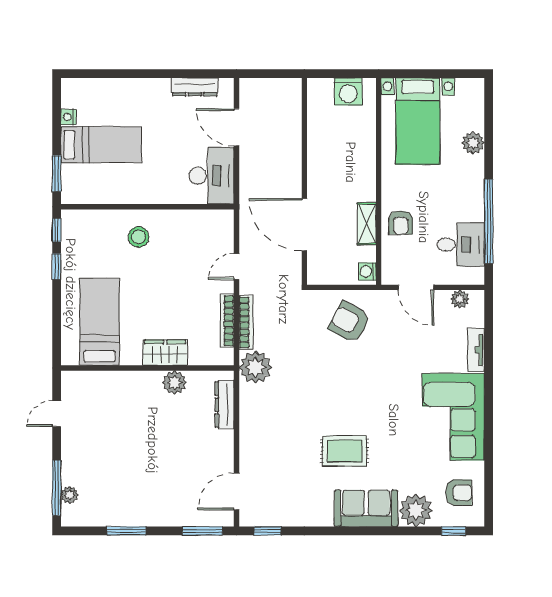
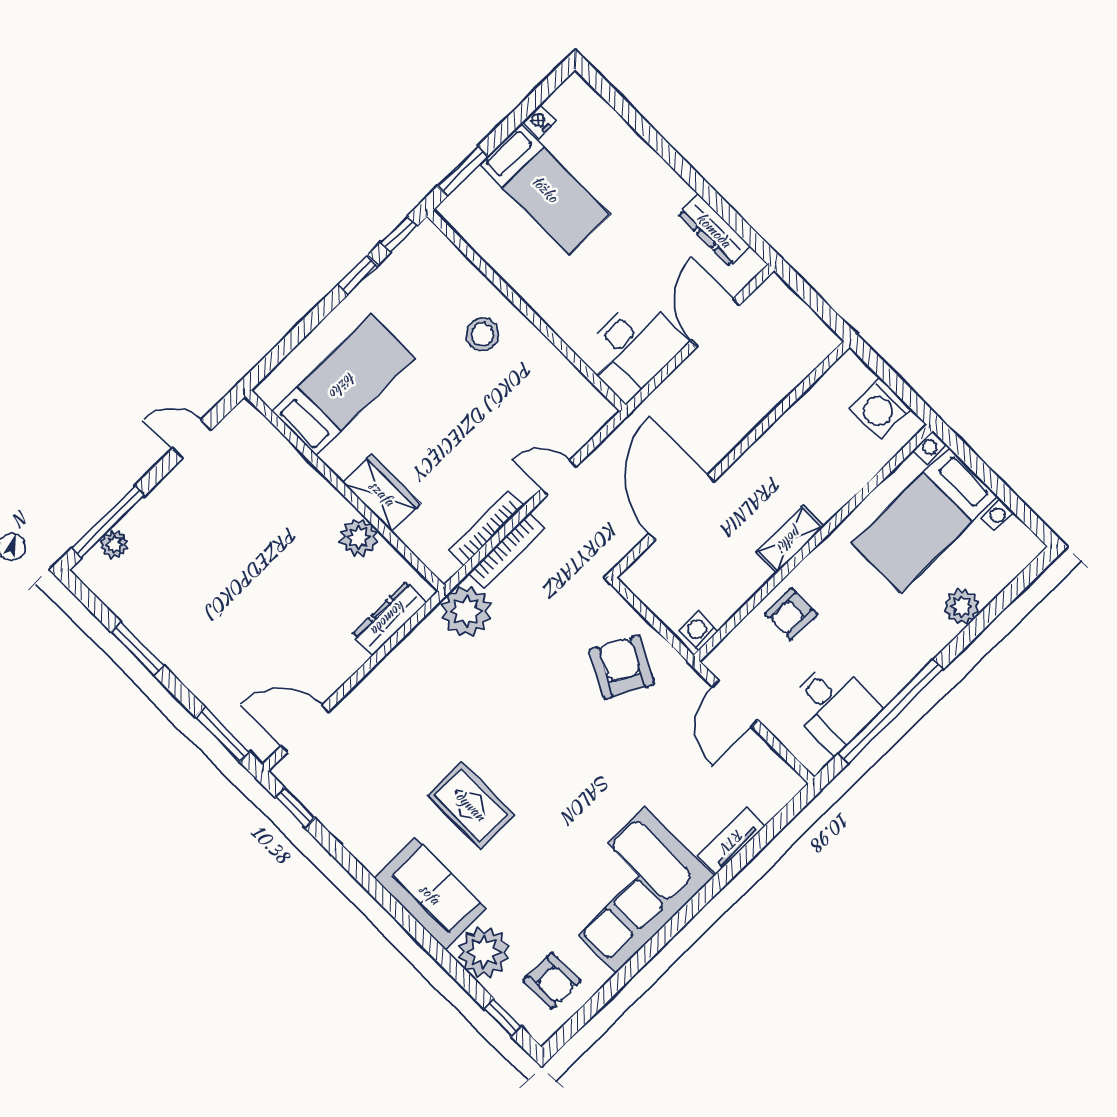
shelving: (367, 224) -> (790, 539), moved
plant: (460, 299) -> (771, 766), removed

